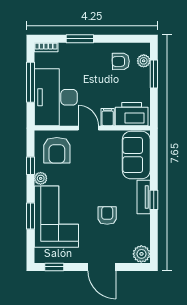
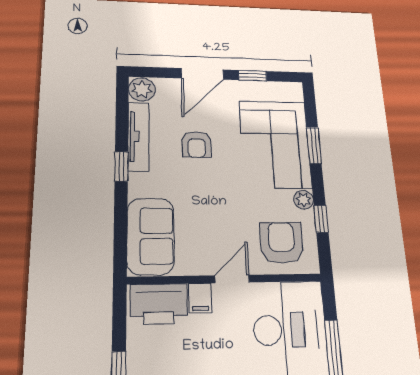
door: (88, 128) -> (232, 279), swing flipped
tv unit: (144, 197) -> (138, 136), moved, width x1.41
window: (54, 267) -> (253, 76), moved
door: (102, 267) -> (202, 74), swing flipped

